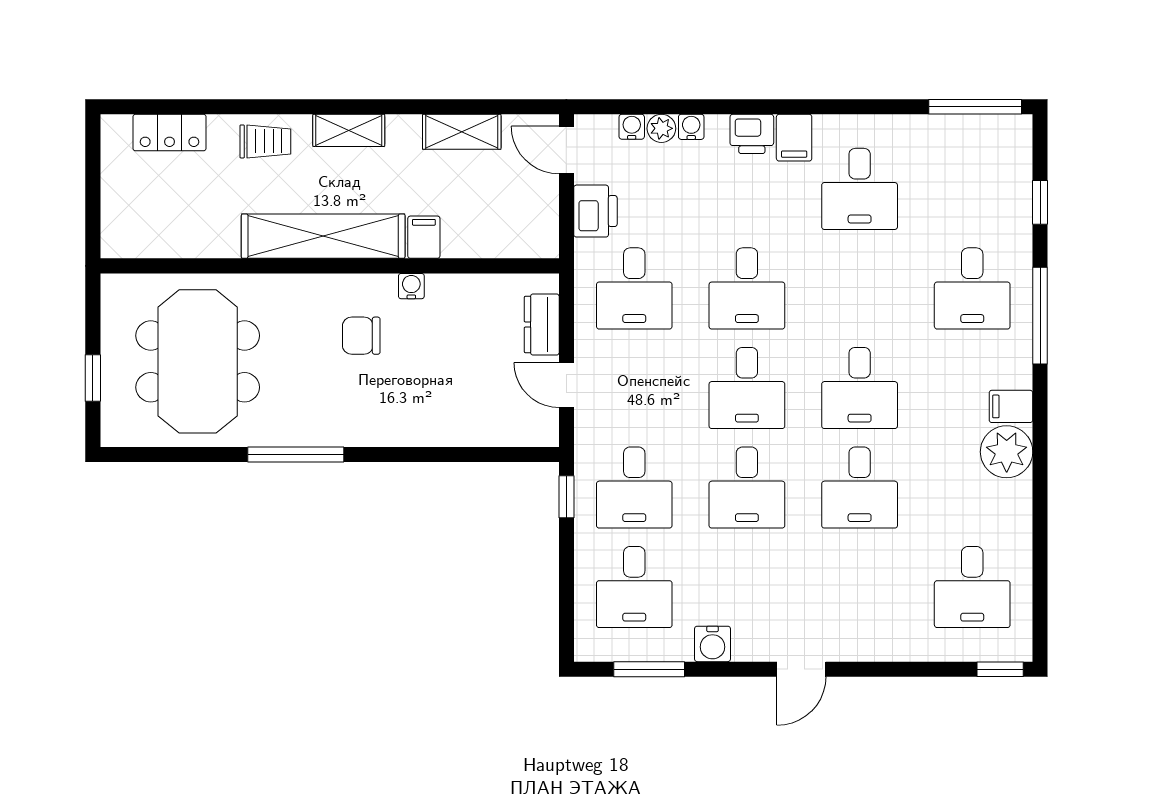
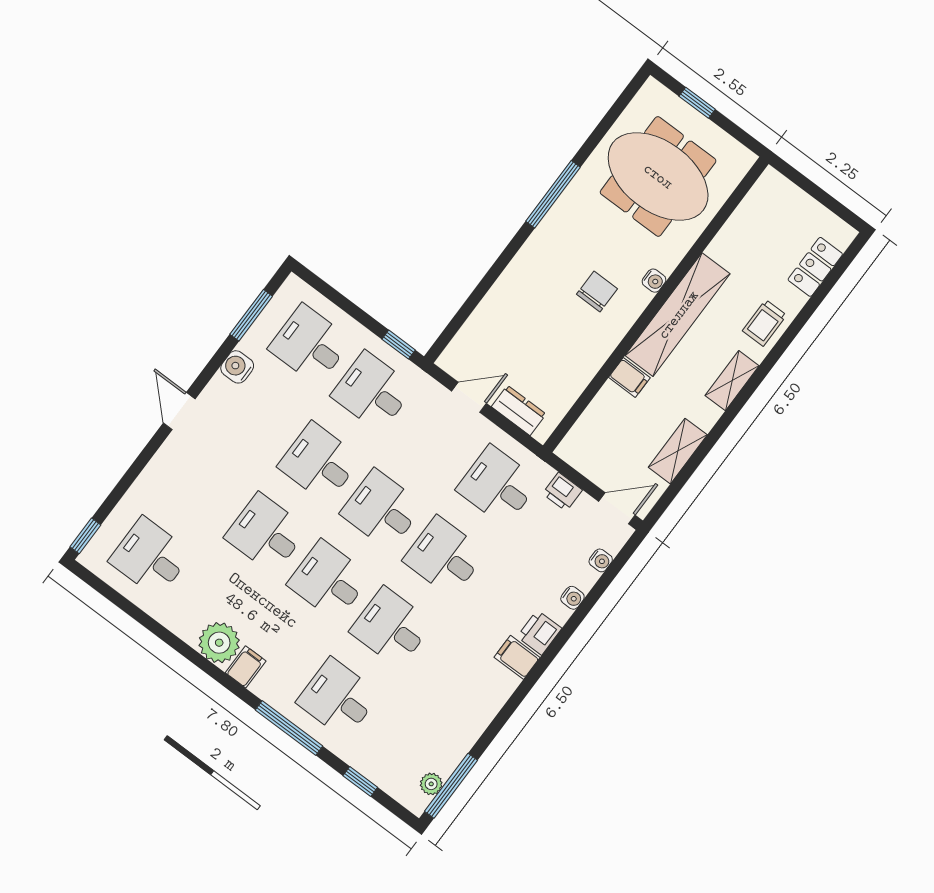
plant: (661, 128) -> (431, 784), moved
desk: (860, 189) -> (391, 627), moved
printer: (595, 211) -> (562, 492), width x0.73, depth x0.81
water cooler: (411, 286) -> (654, 281), moved

